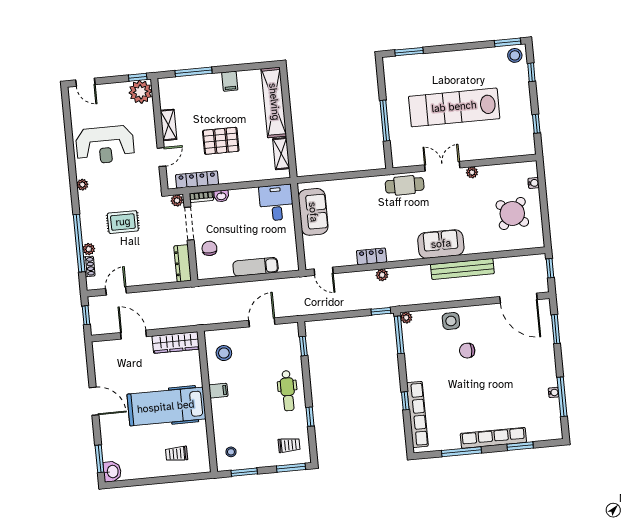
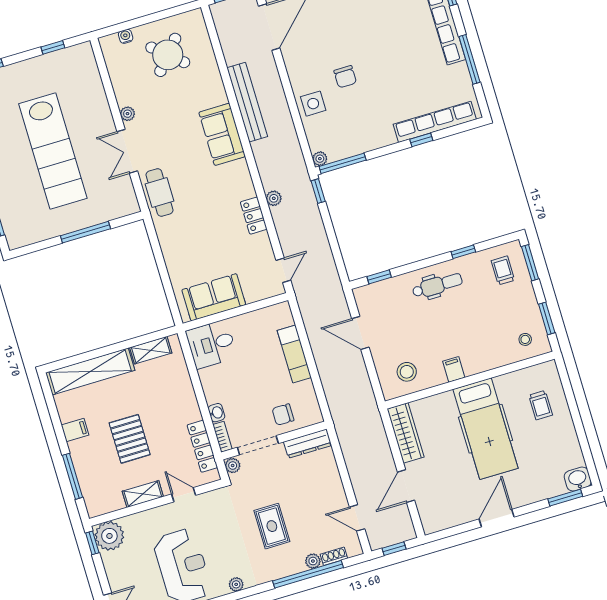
pallet: (221, 141) -> (130, 439), moved

